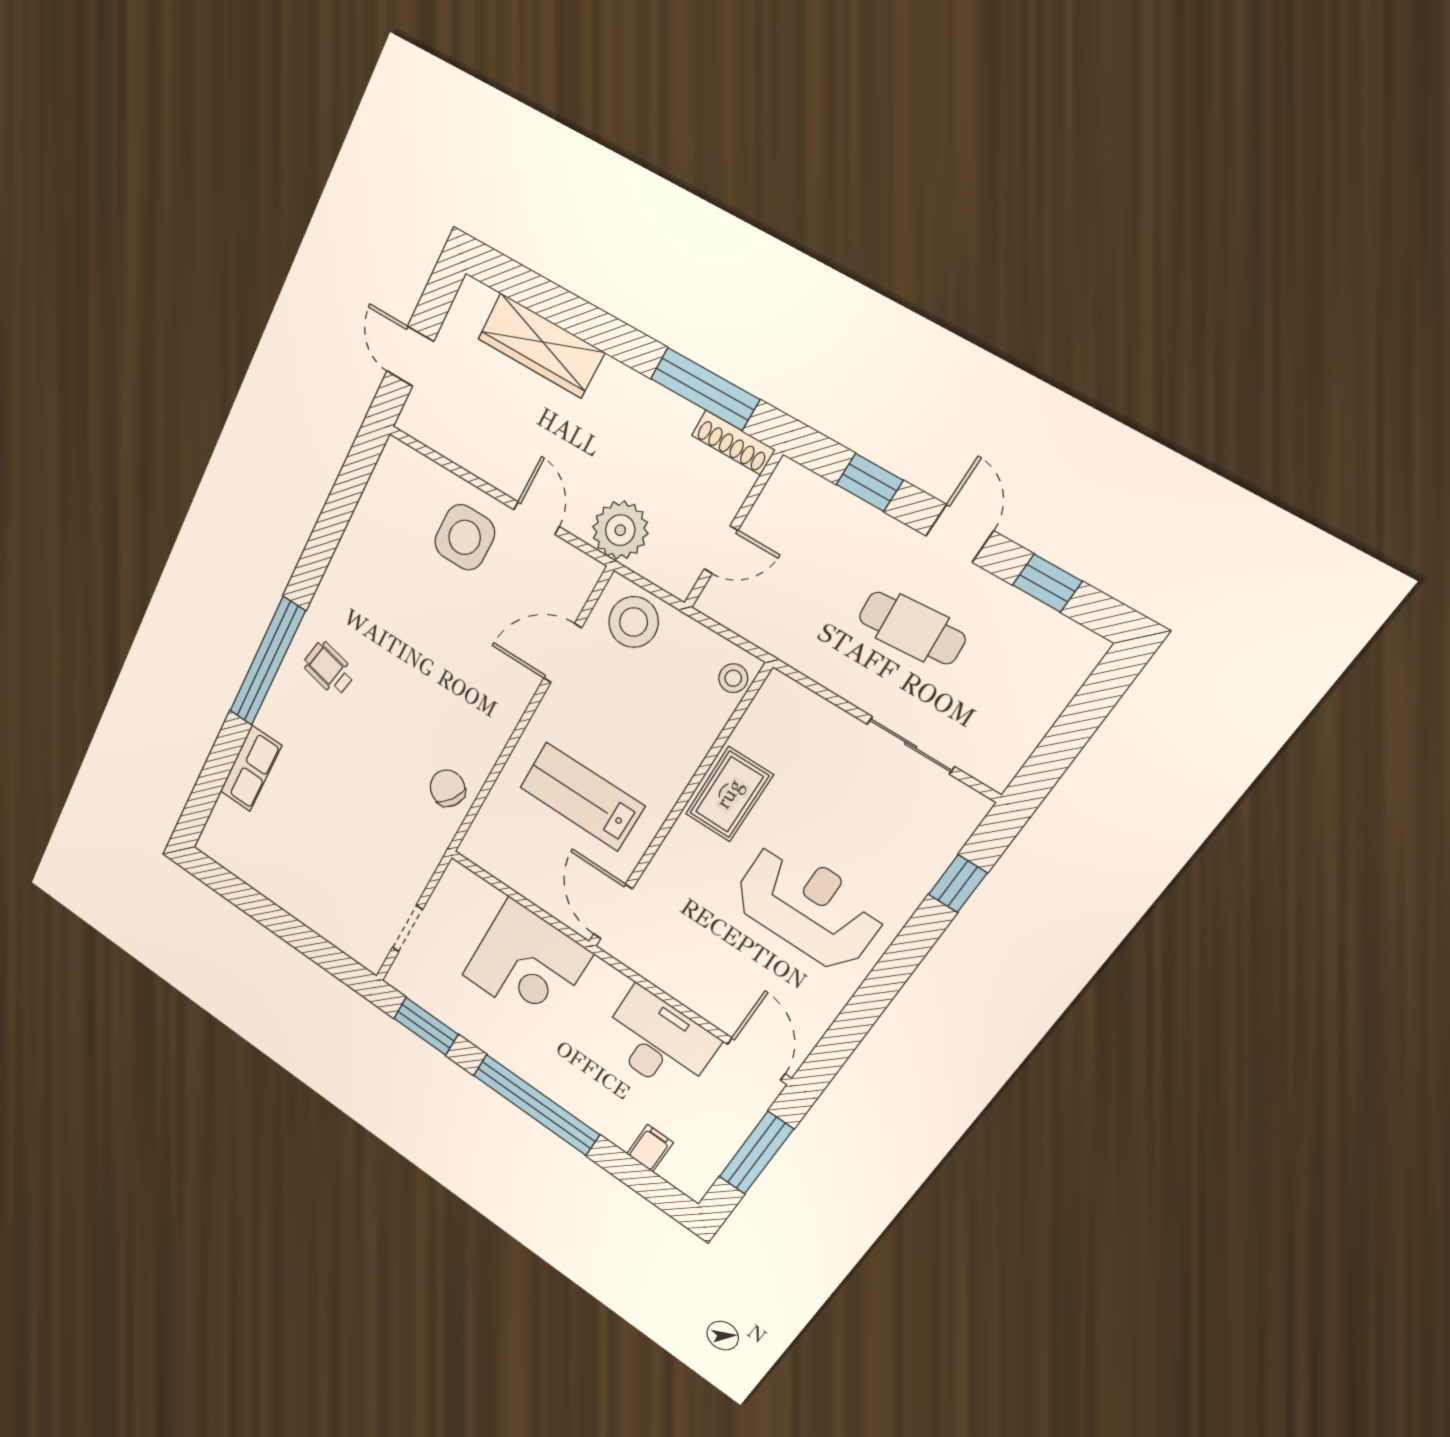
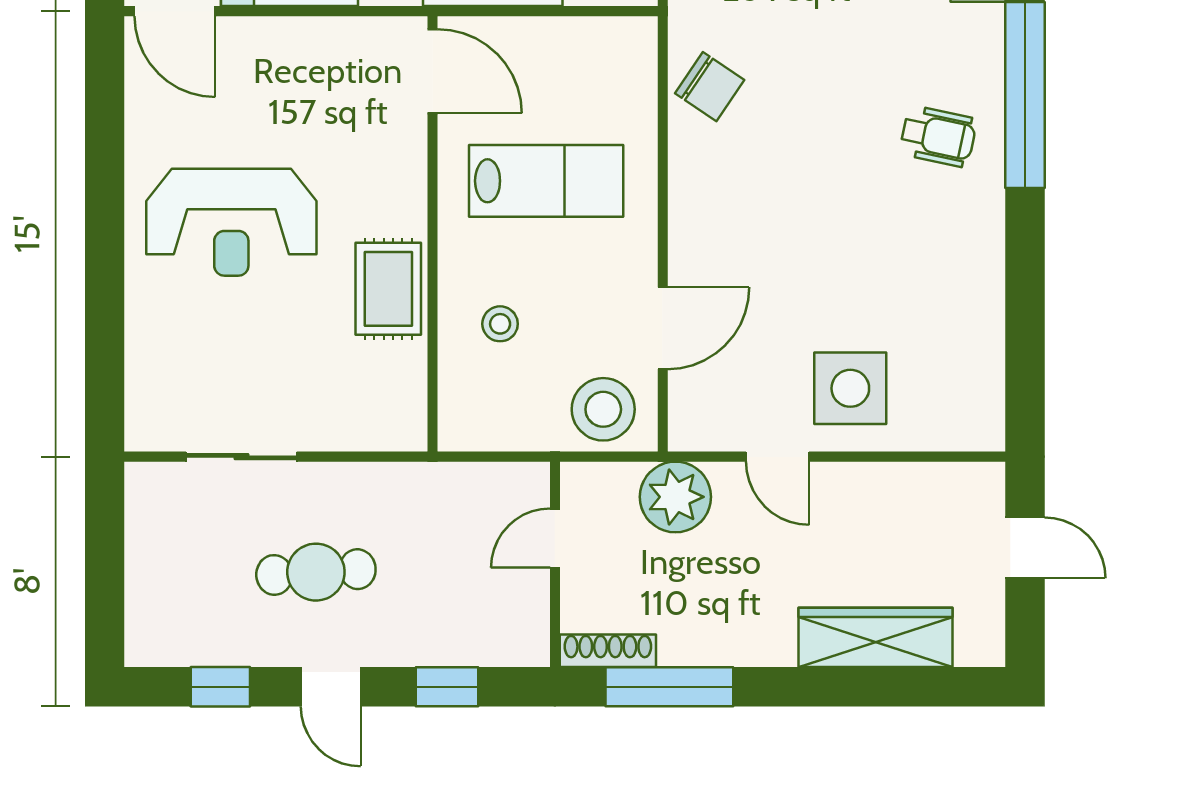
stool: (733, 678) -> (500, 324), moved
window: (958, 884) -> (105, 346), removed

